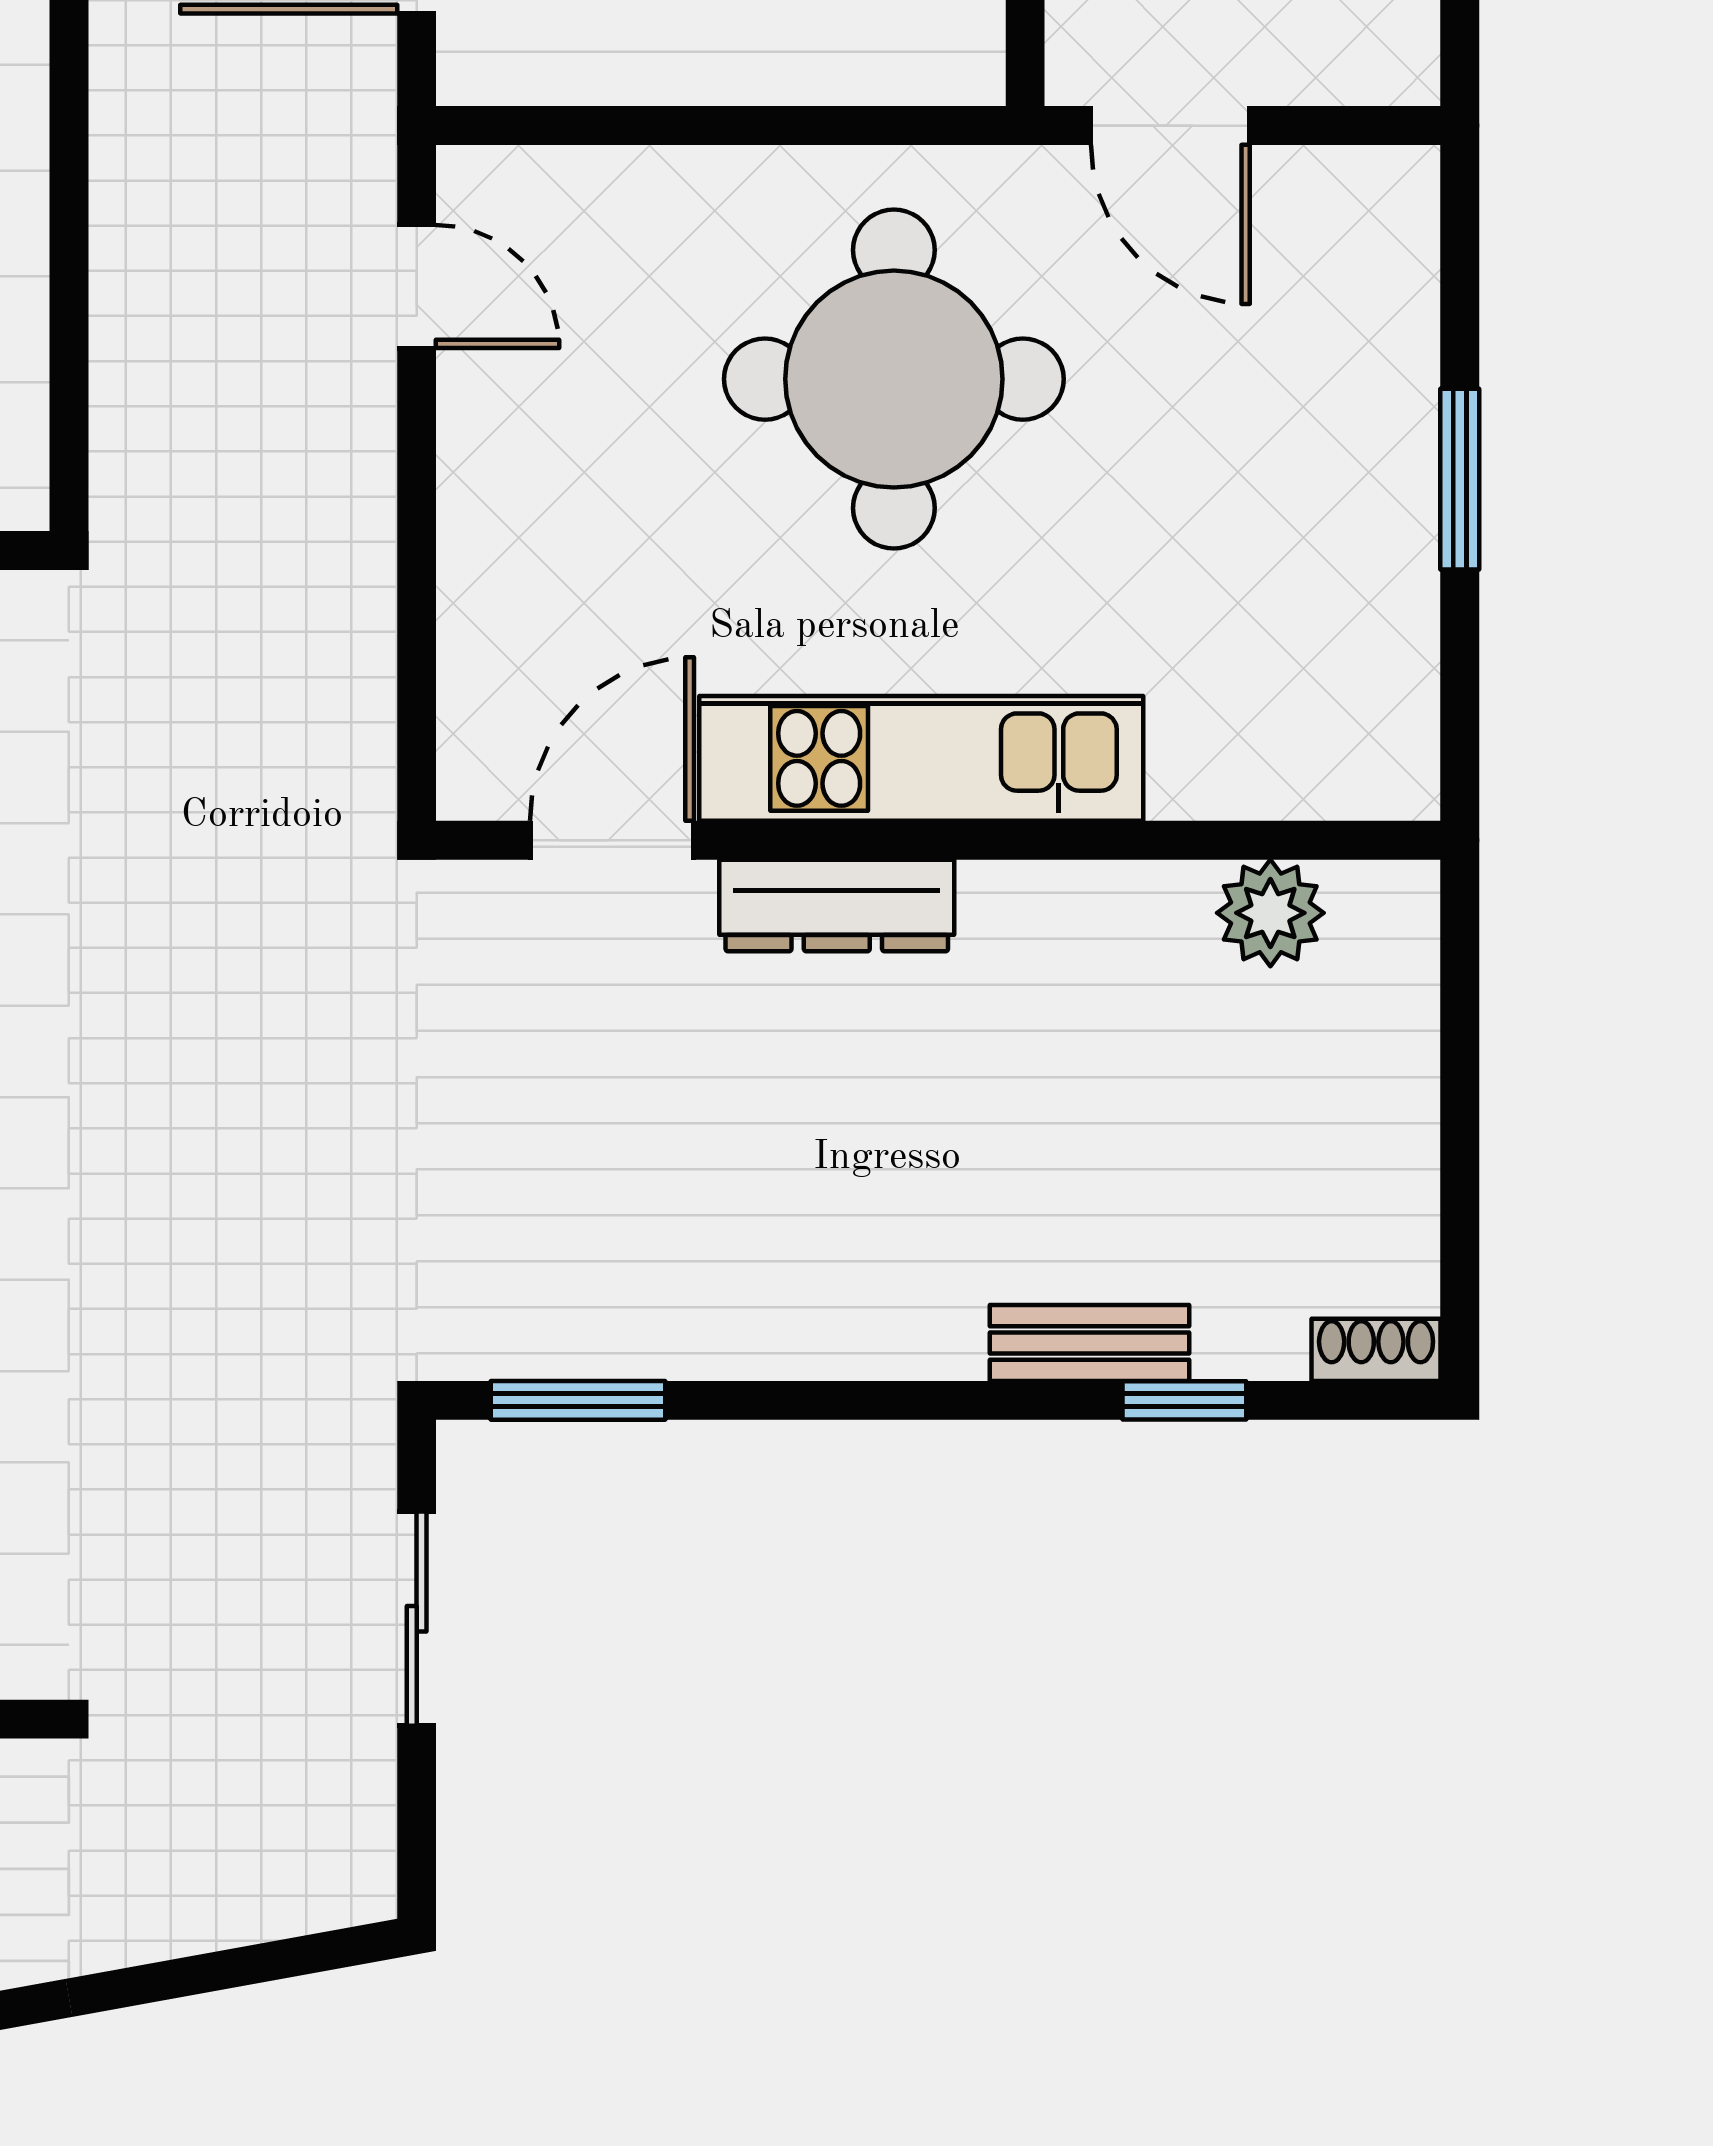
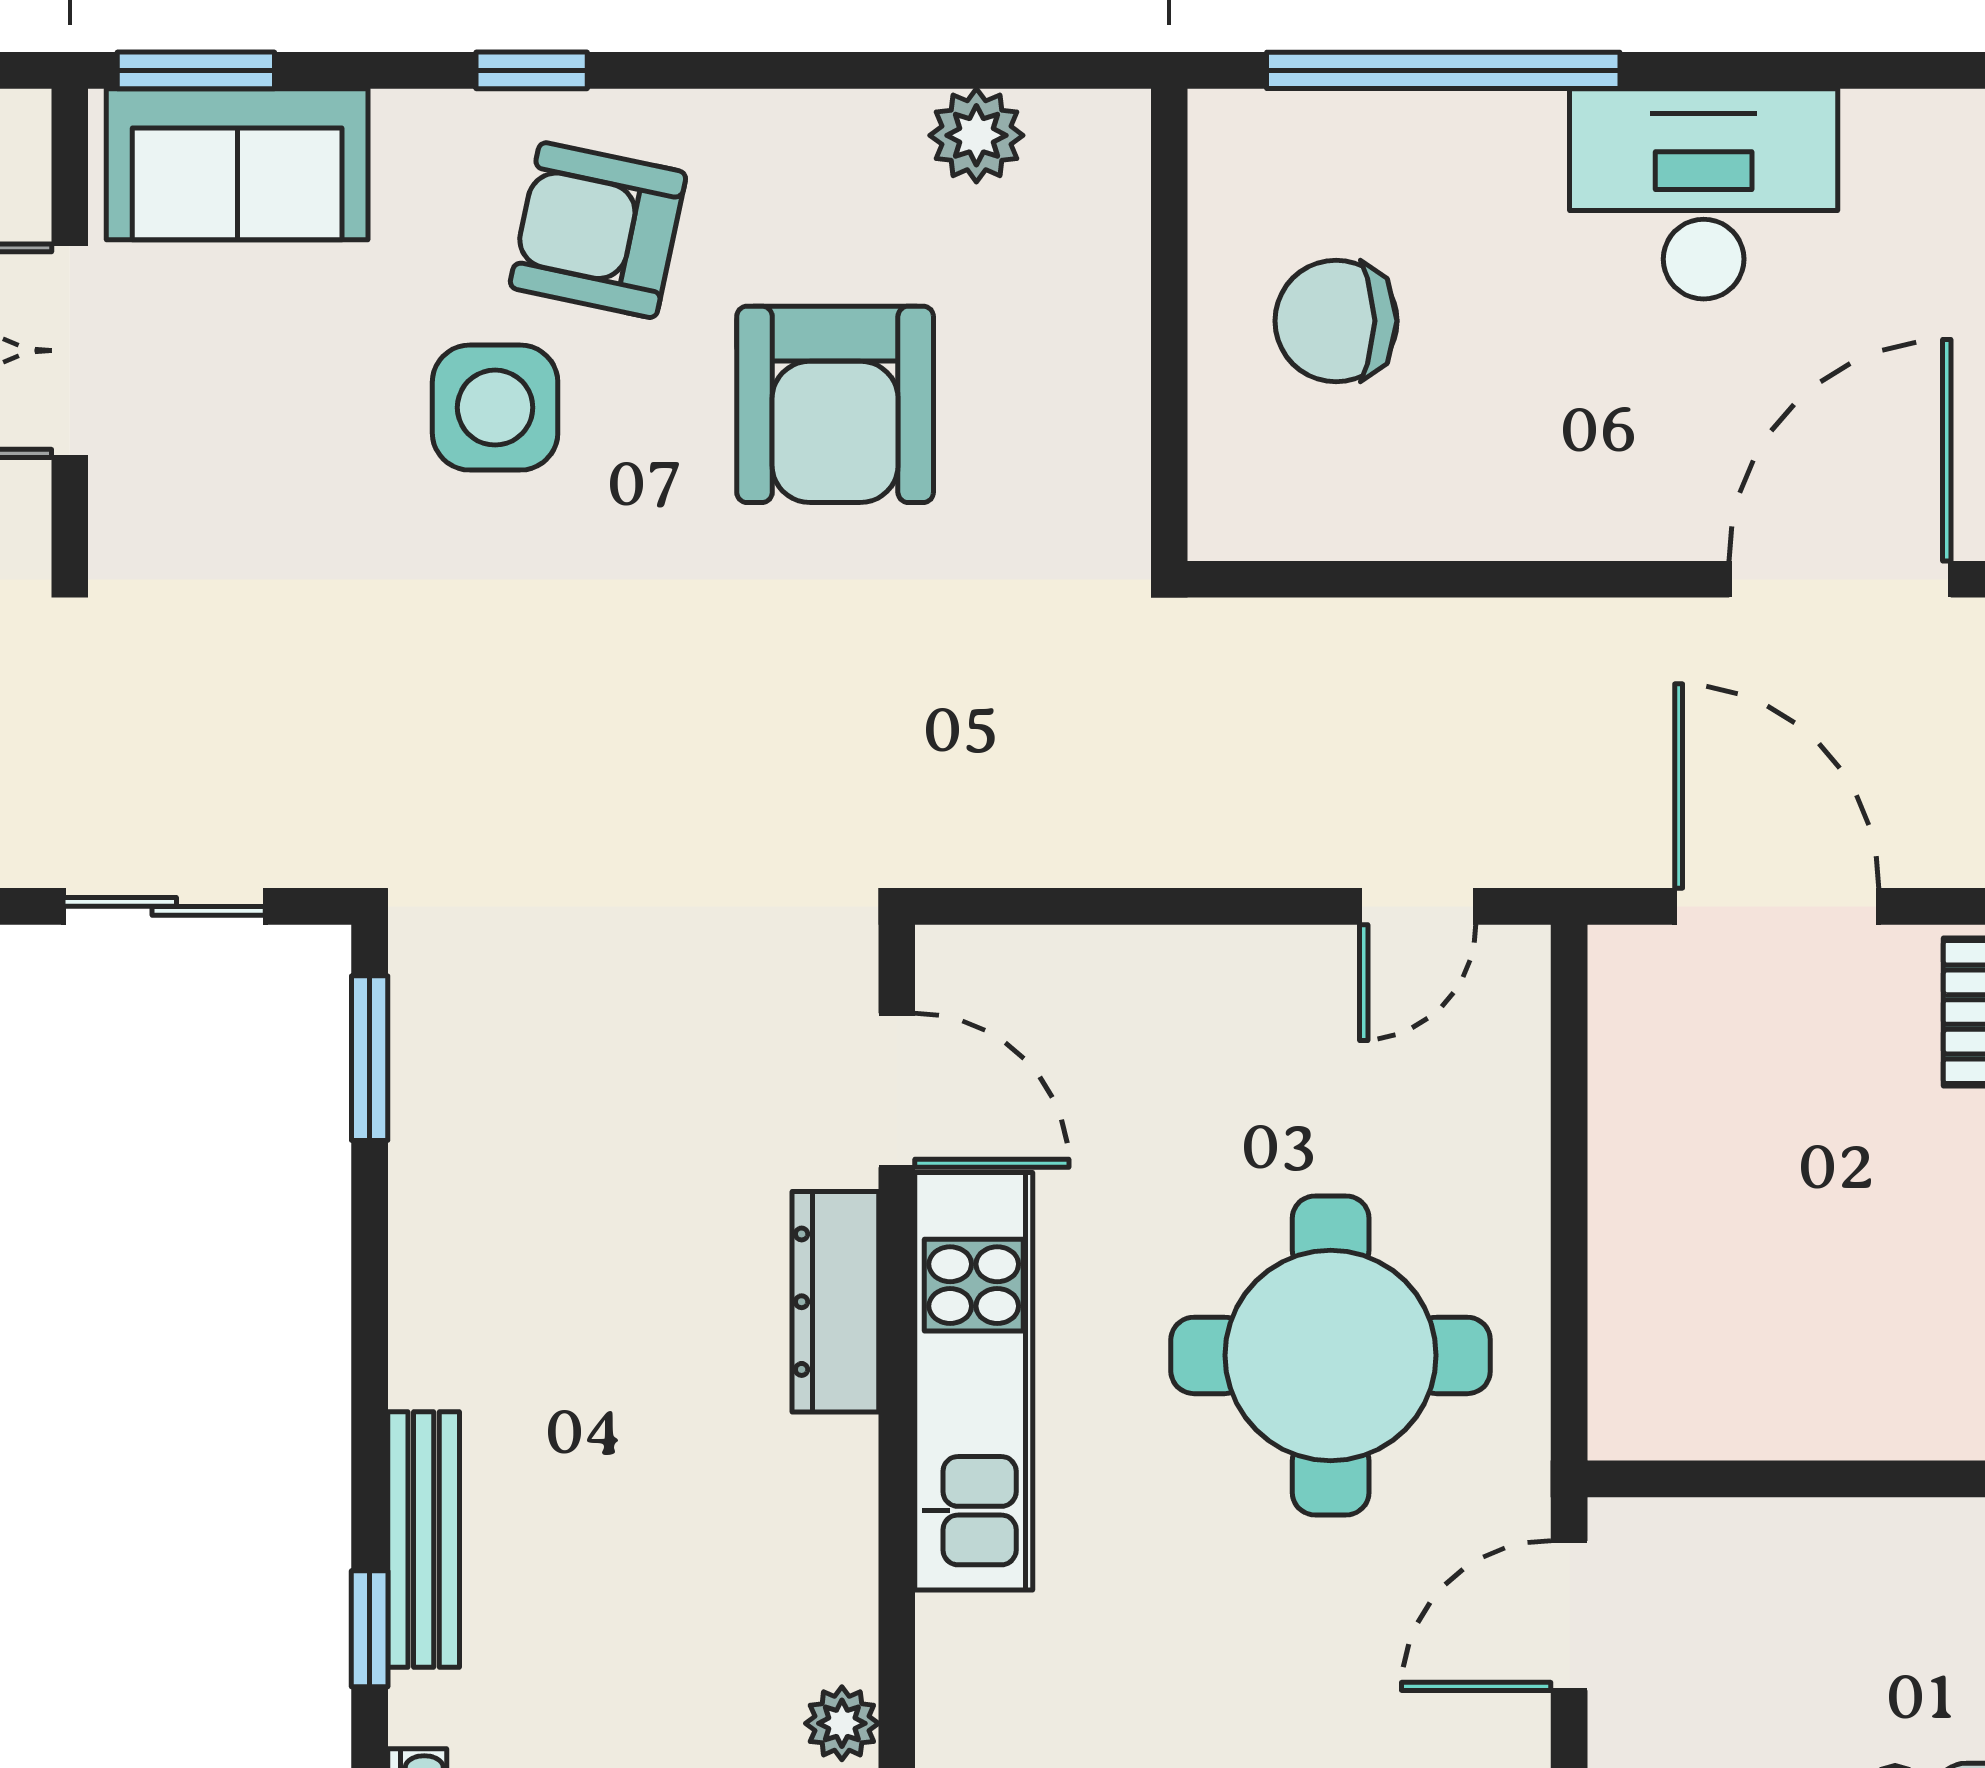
plant: (1270, 913) -> (842, 1723), width x0.73, depth x0.73
bench: (1090, 1343) -> (424, 1540), width x1.36

